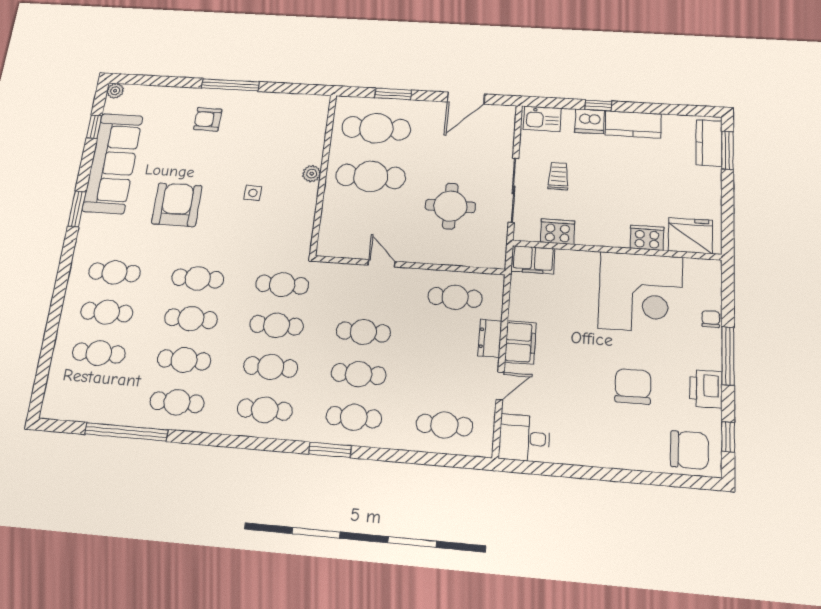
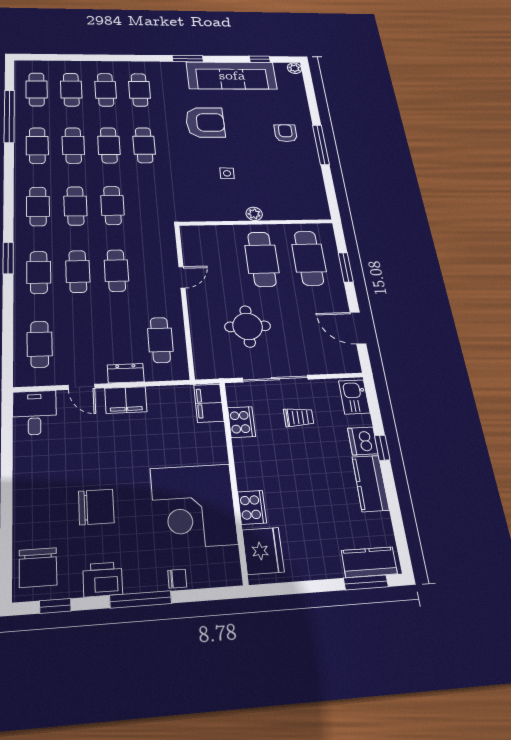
cafe table: (282, 285) -> (37, 89), moved

